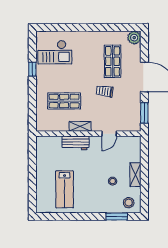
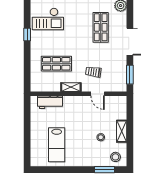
trolley: (105, 91) -> (93, 72), moved
door: (109, 134) -> (98, 94), hinge flipped
workbench: (76, 143) -> (50, 102), moved

